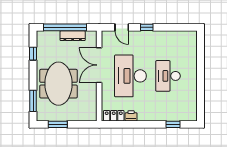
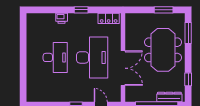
dresser: (73, 36) -> (169, 97), moved
printer: (131, 116) -> (62, 18), moved
window: (173, 124) -> (81, 10), moved

